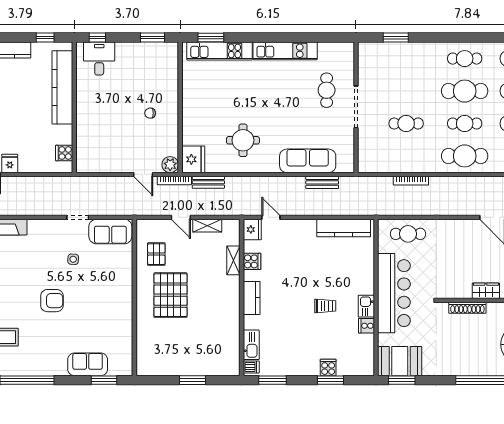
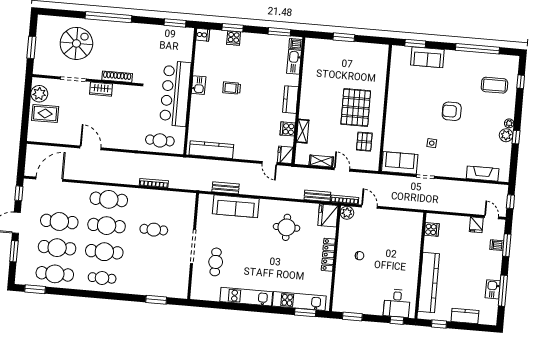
locker: (189, 111) -> (328, 255), added
cafe table: (465, 123) -> (107, 226), width x1.37, depth x1.35
cooker: (366, 326) -> (203, 35), moved
booth: (400, 361) -> (175, 38), removed

